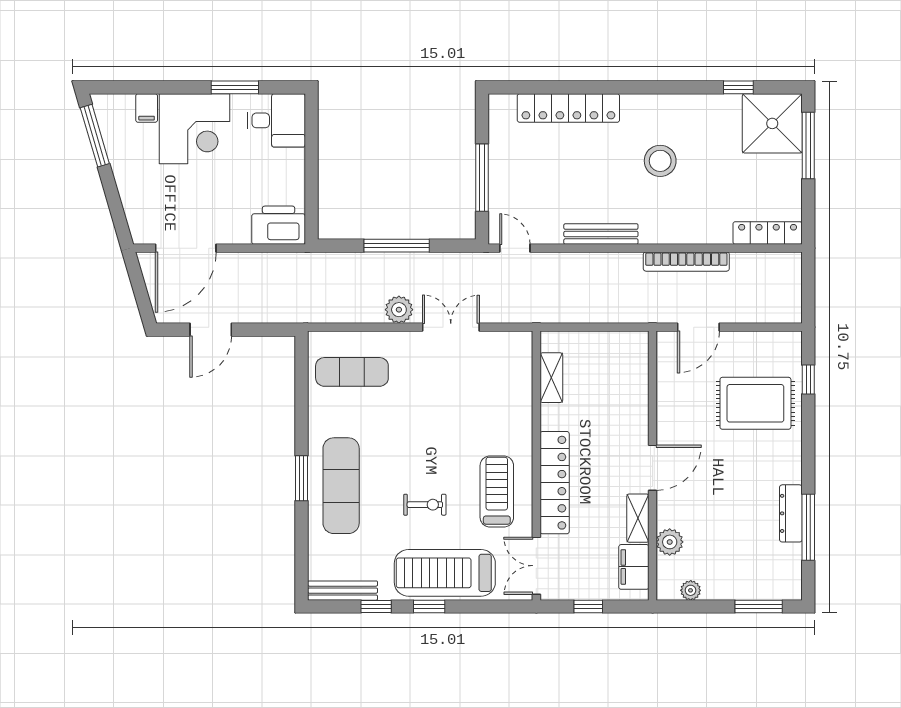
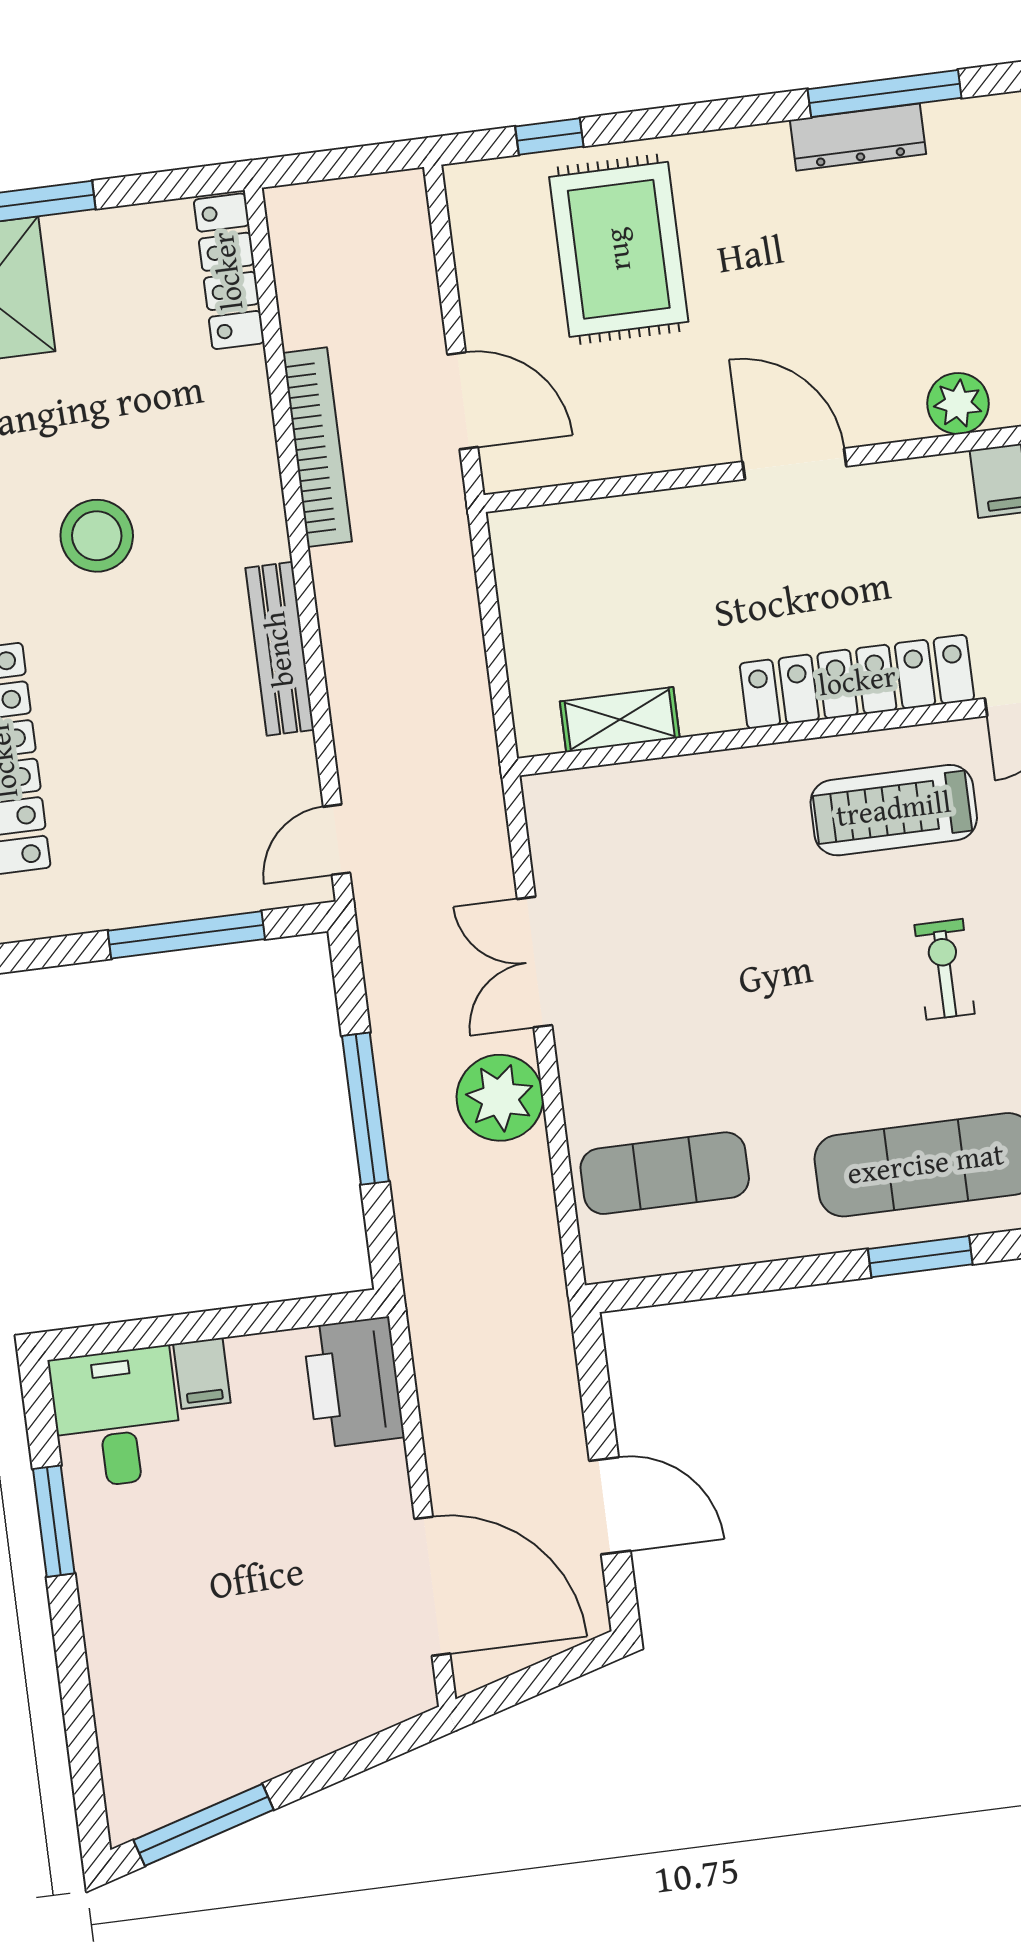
filing cabinet: (147, 108) -> (202, 1373), moved, turned 90
corner desk: (195, 129) -> (159, 1601), removed
plant: (399, 310) -> (500, 1098), width x1.36, depth x1.36
exercise mat: (352, 372) -> (665, 1173), turned 90
shelving: (638, 518) -> (913, 482), removed

